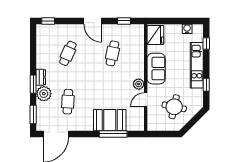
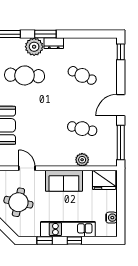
window: (124, 21) -> (121, 142), width x2.17
window: (206, 44) -> (74, 240), moved
plant: (139, 84) -> (82, 160), moved
cafe table: (68, 102) -> (25, 75), width x1.37, depth x1.35

